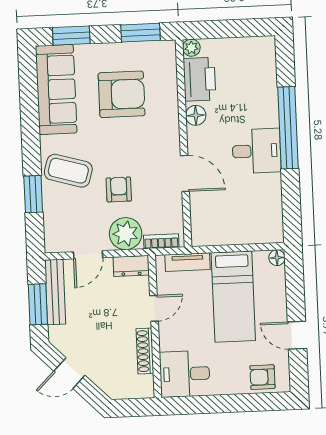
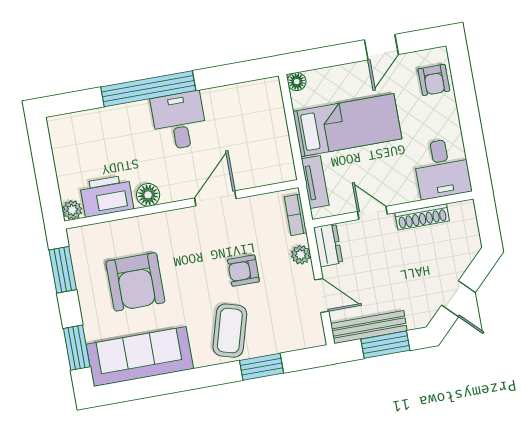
armchair: (122, 94) -> (135, 282), turned 180
plant: (126, 234) -> (301, 255), width x0.53, depth x0.53

